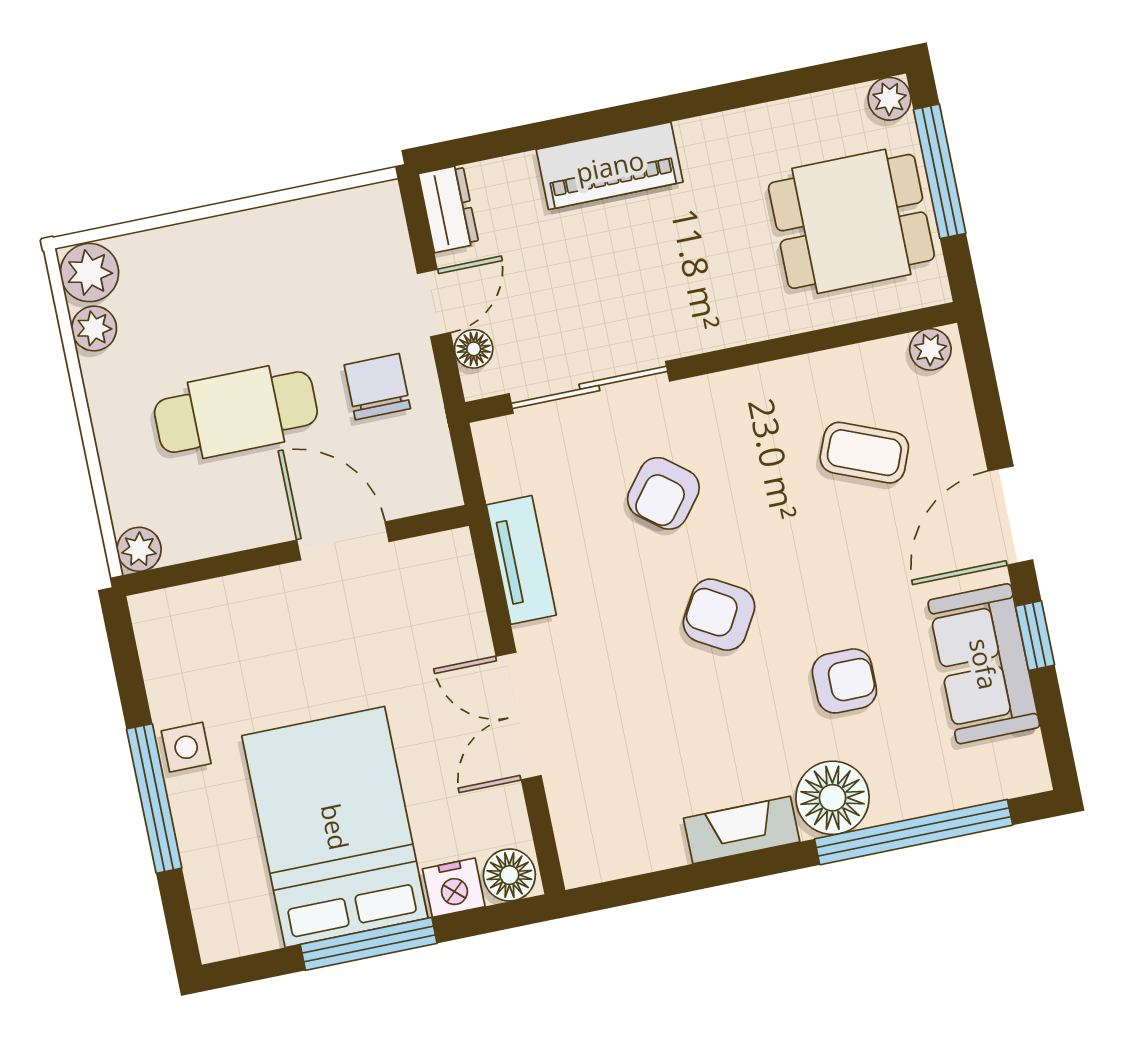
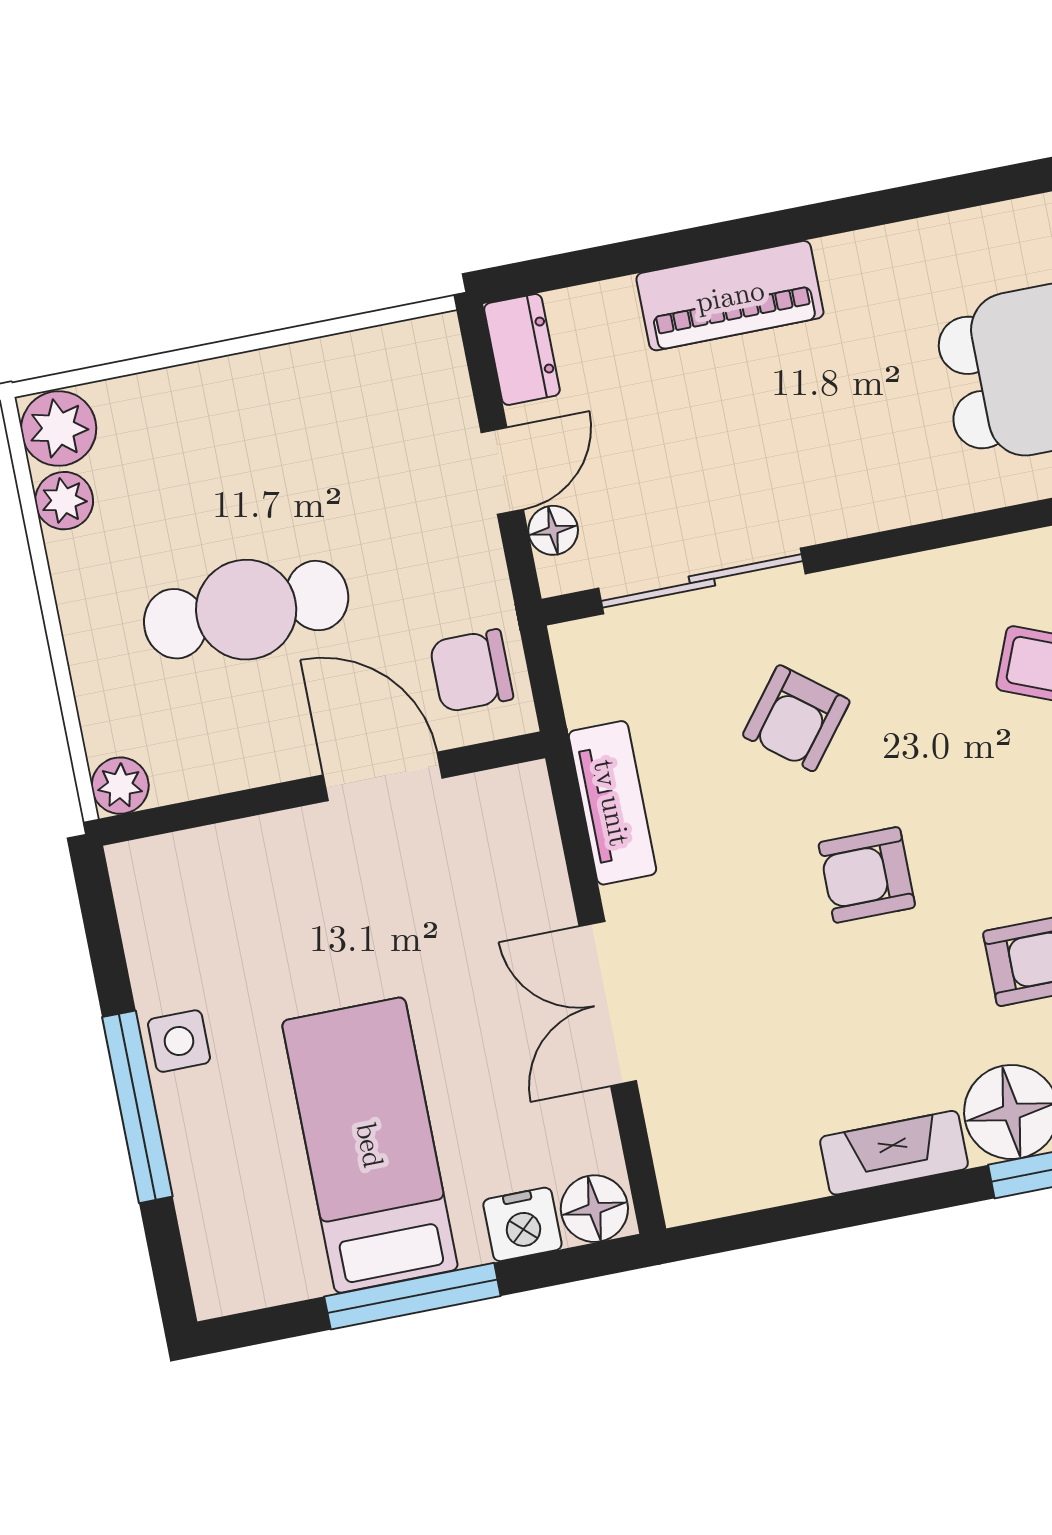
chair: (377, 387) -> (471, 671), moved, turned -90
armchair: (719, 615) -> (867, 875), turned -30
bed: (335, 827) -> (370, 1145), width x0.67

